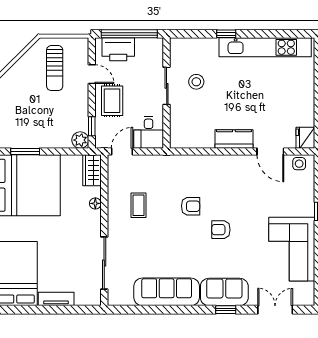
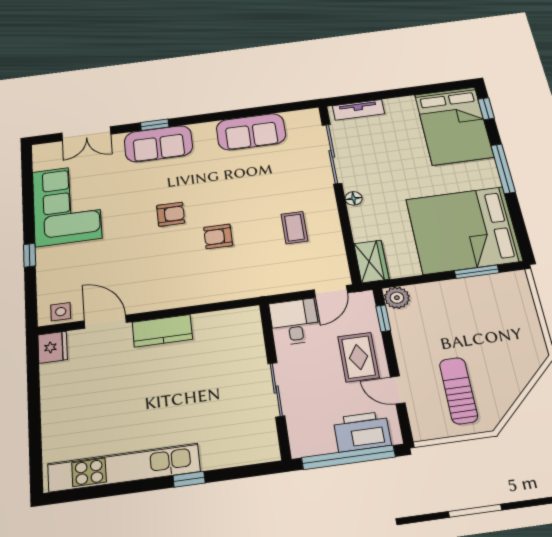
stool: (196, 82) -> (230, 402), removed
floor lamp: (95, 203) -> (354, 198), moved
sofa: (167, 292) -> (251, 132), width x0.73
tv unit: (56, 299) -> (358, 110), moved

